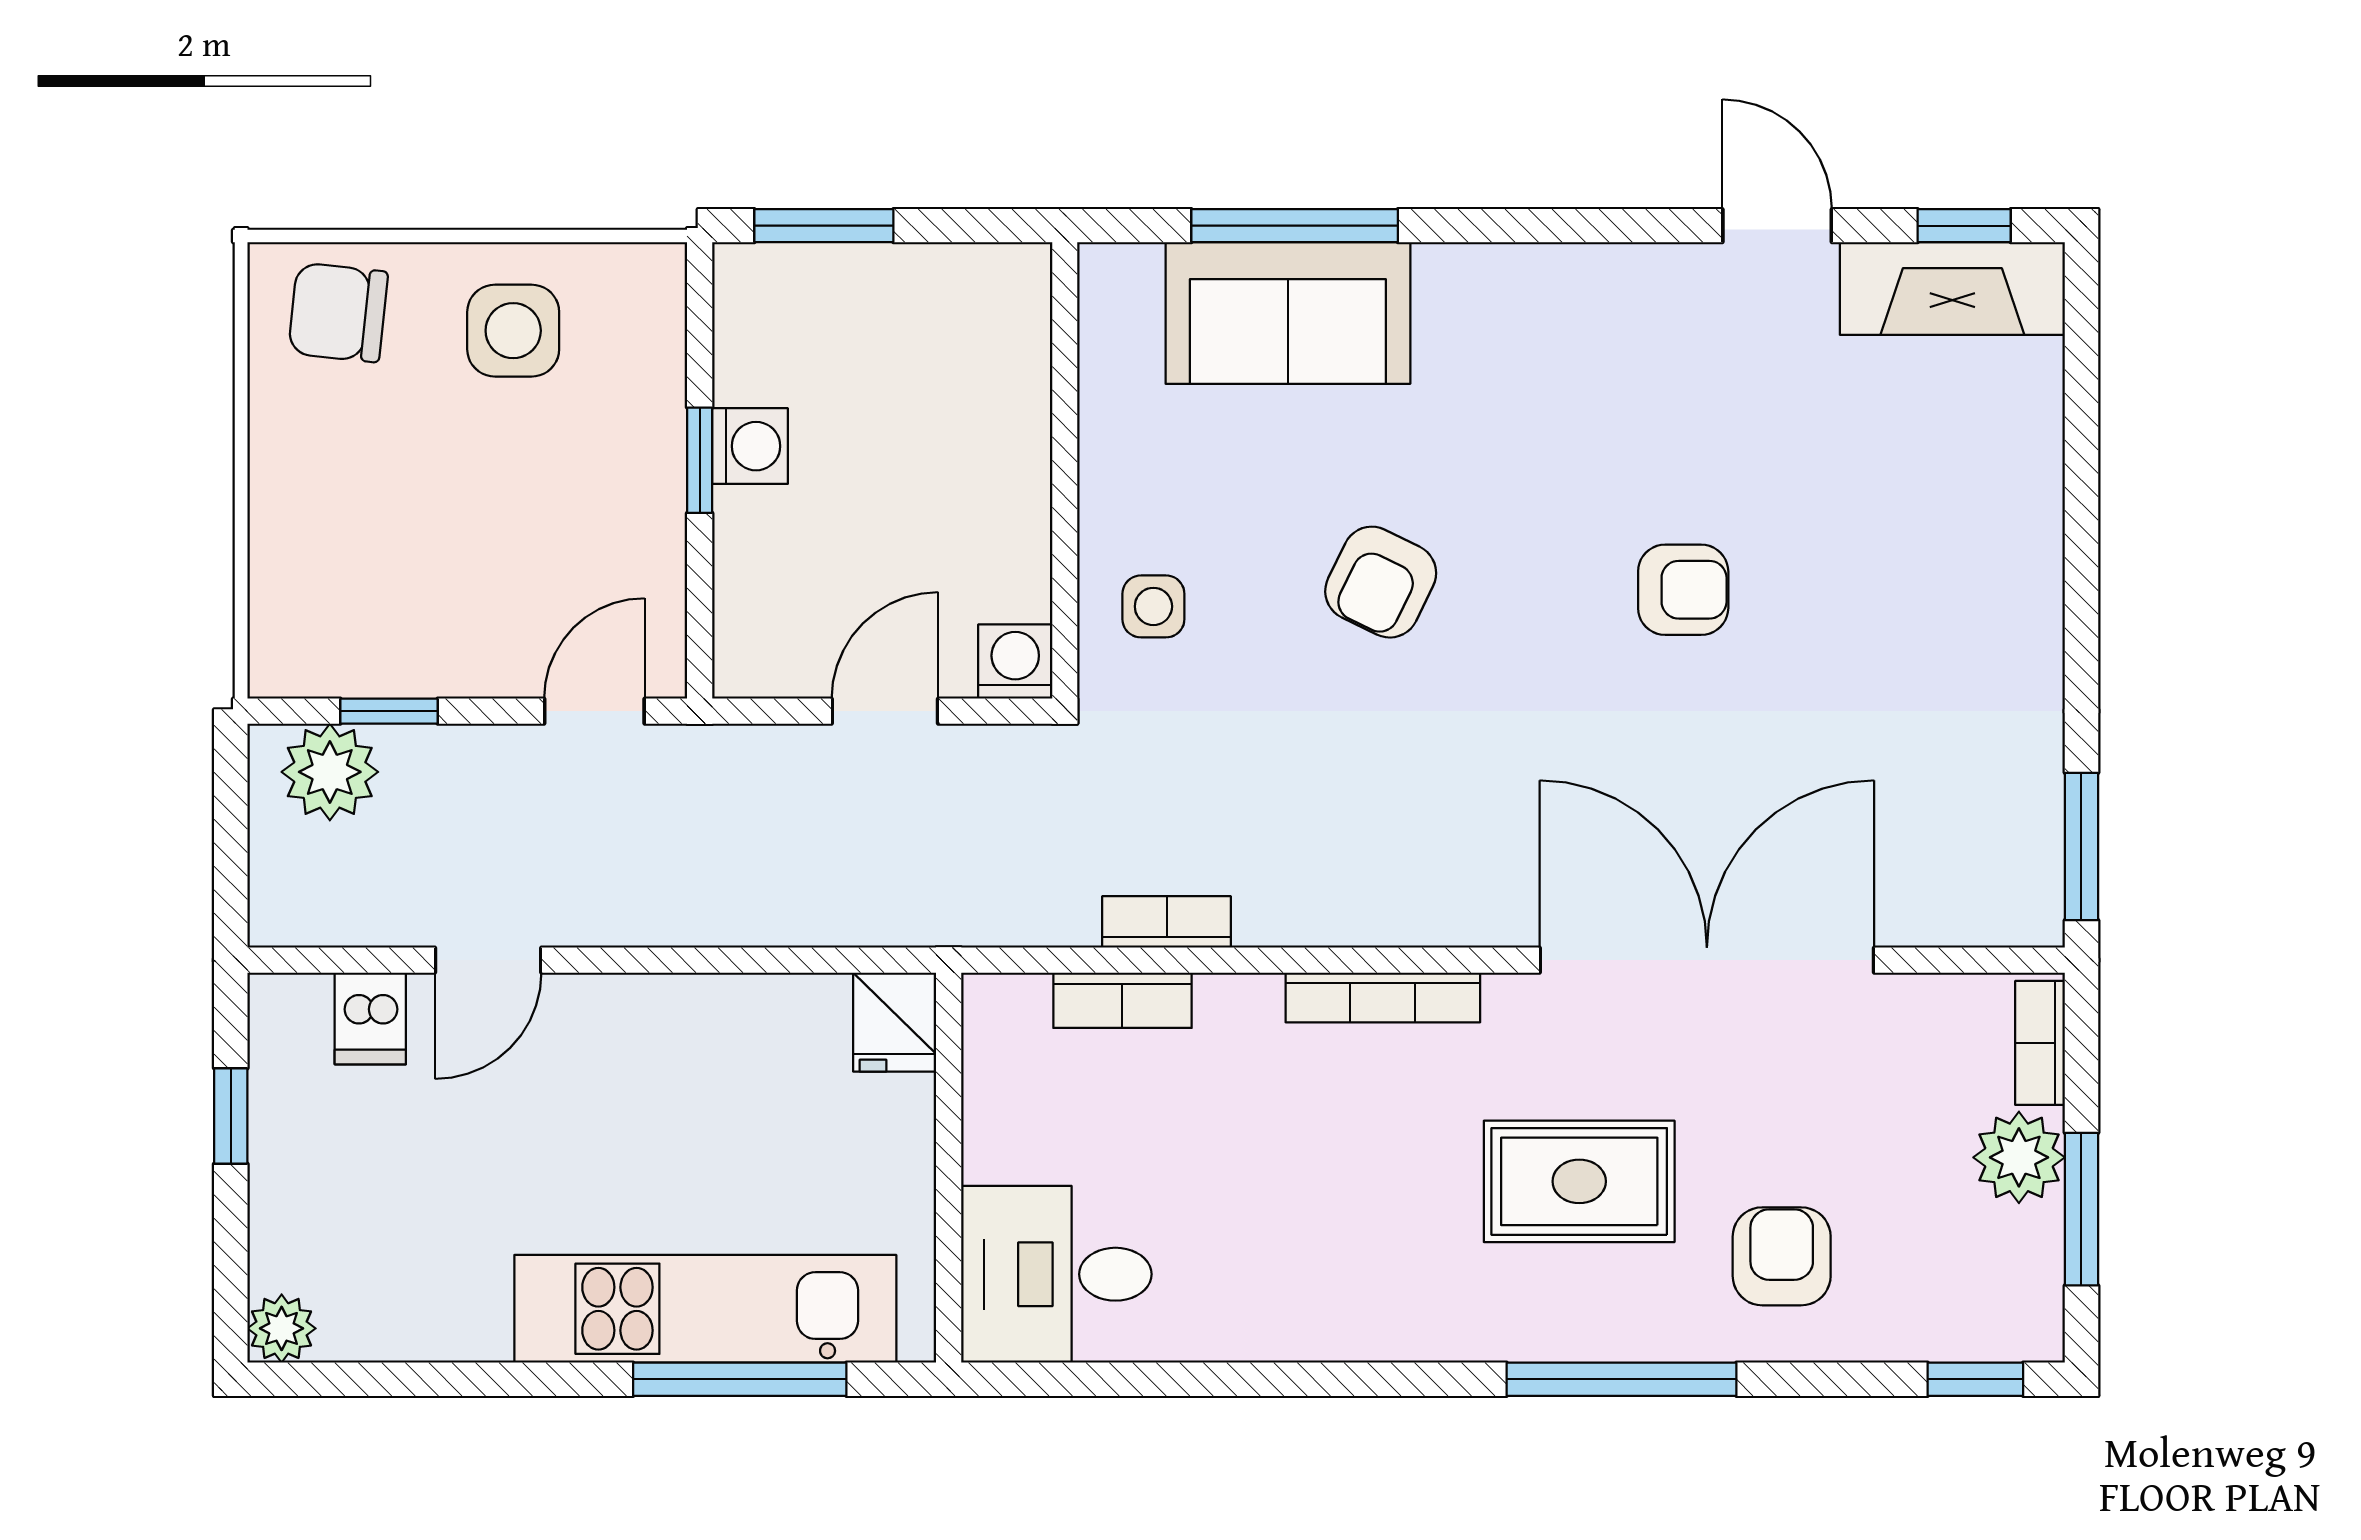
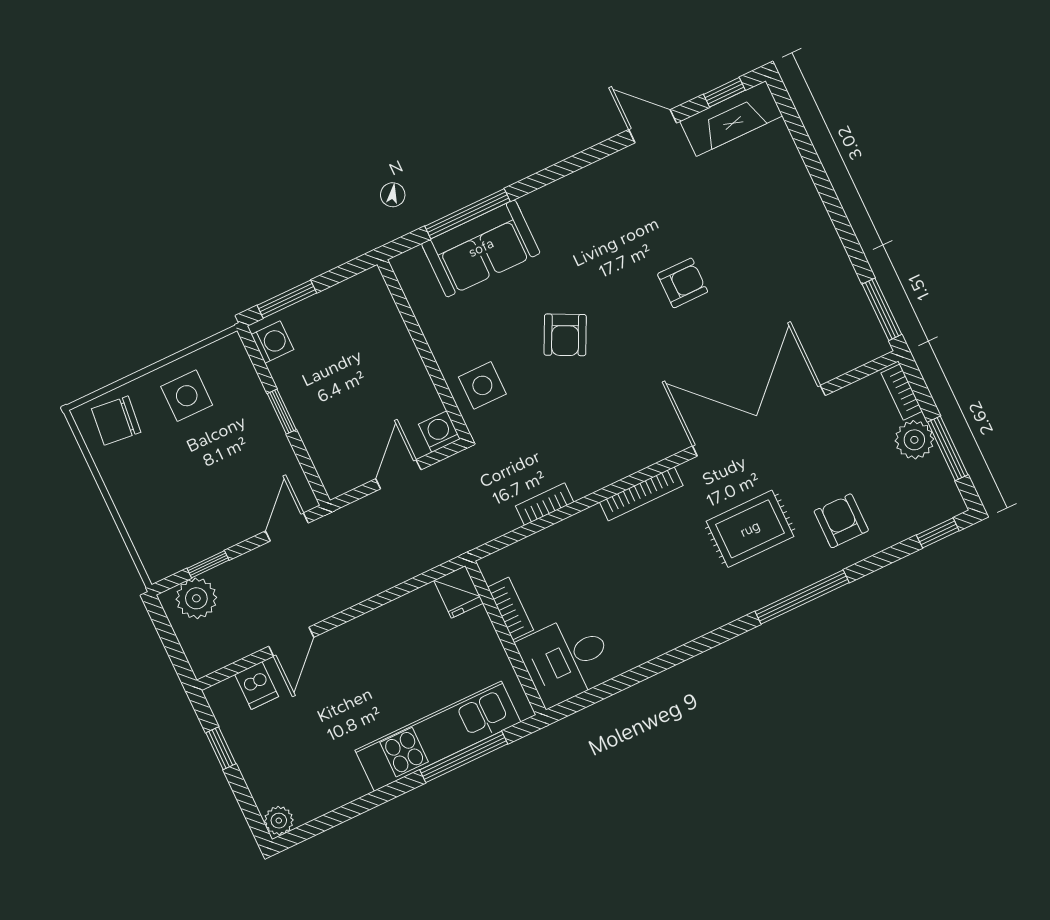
washing machine: (750, 446) -> (272, 342), moved
side table: (1153, 606) -> (482, 385), width x1.37, depth x1.37
bookcase: (1122, 1000) -> (511, 609), moved, turned -90

